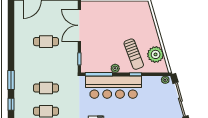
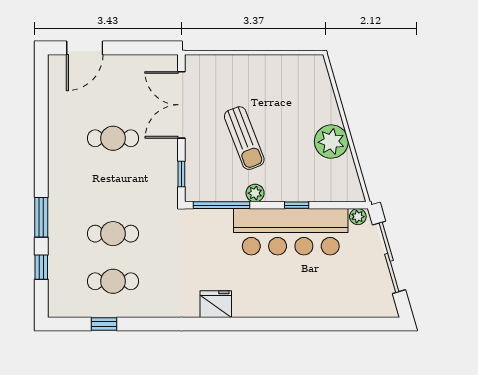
sun lounger: (134, 54) -> (244, 138), moved
plant: (156, 54) -> (331, 142), moved
bar counter: (114, 87) -> (291, 232), moved

